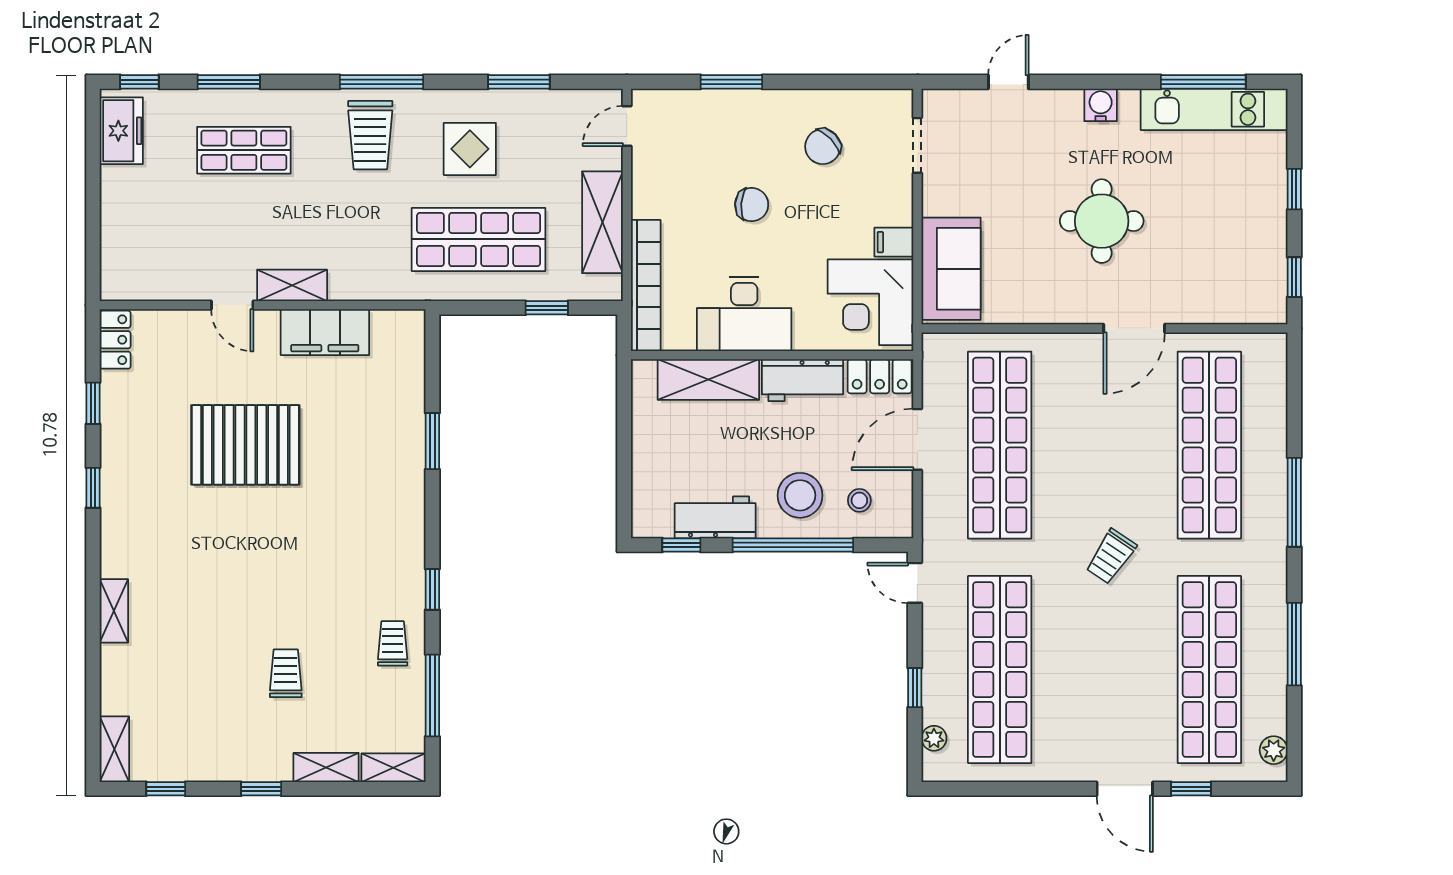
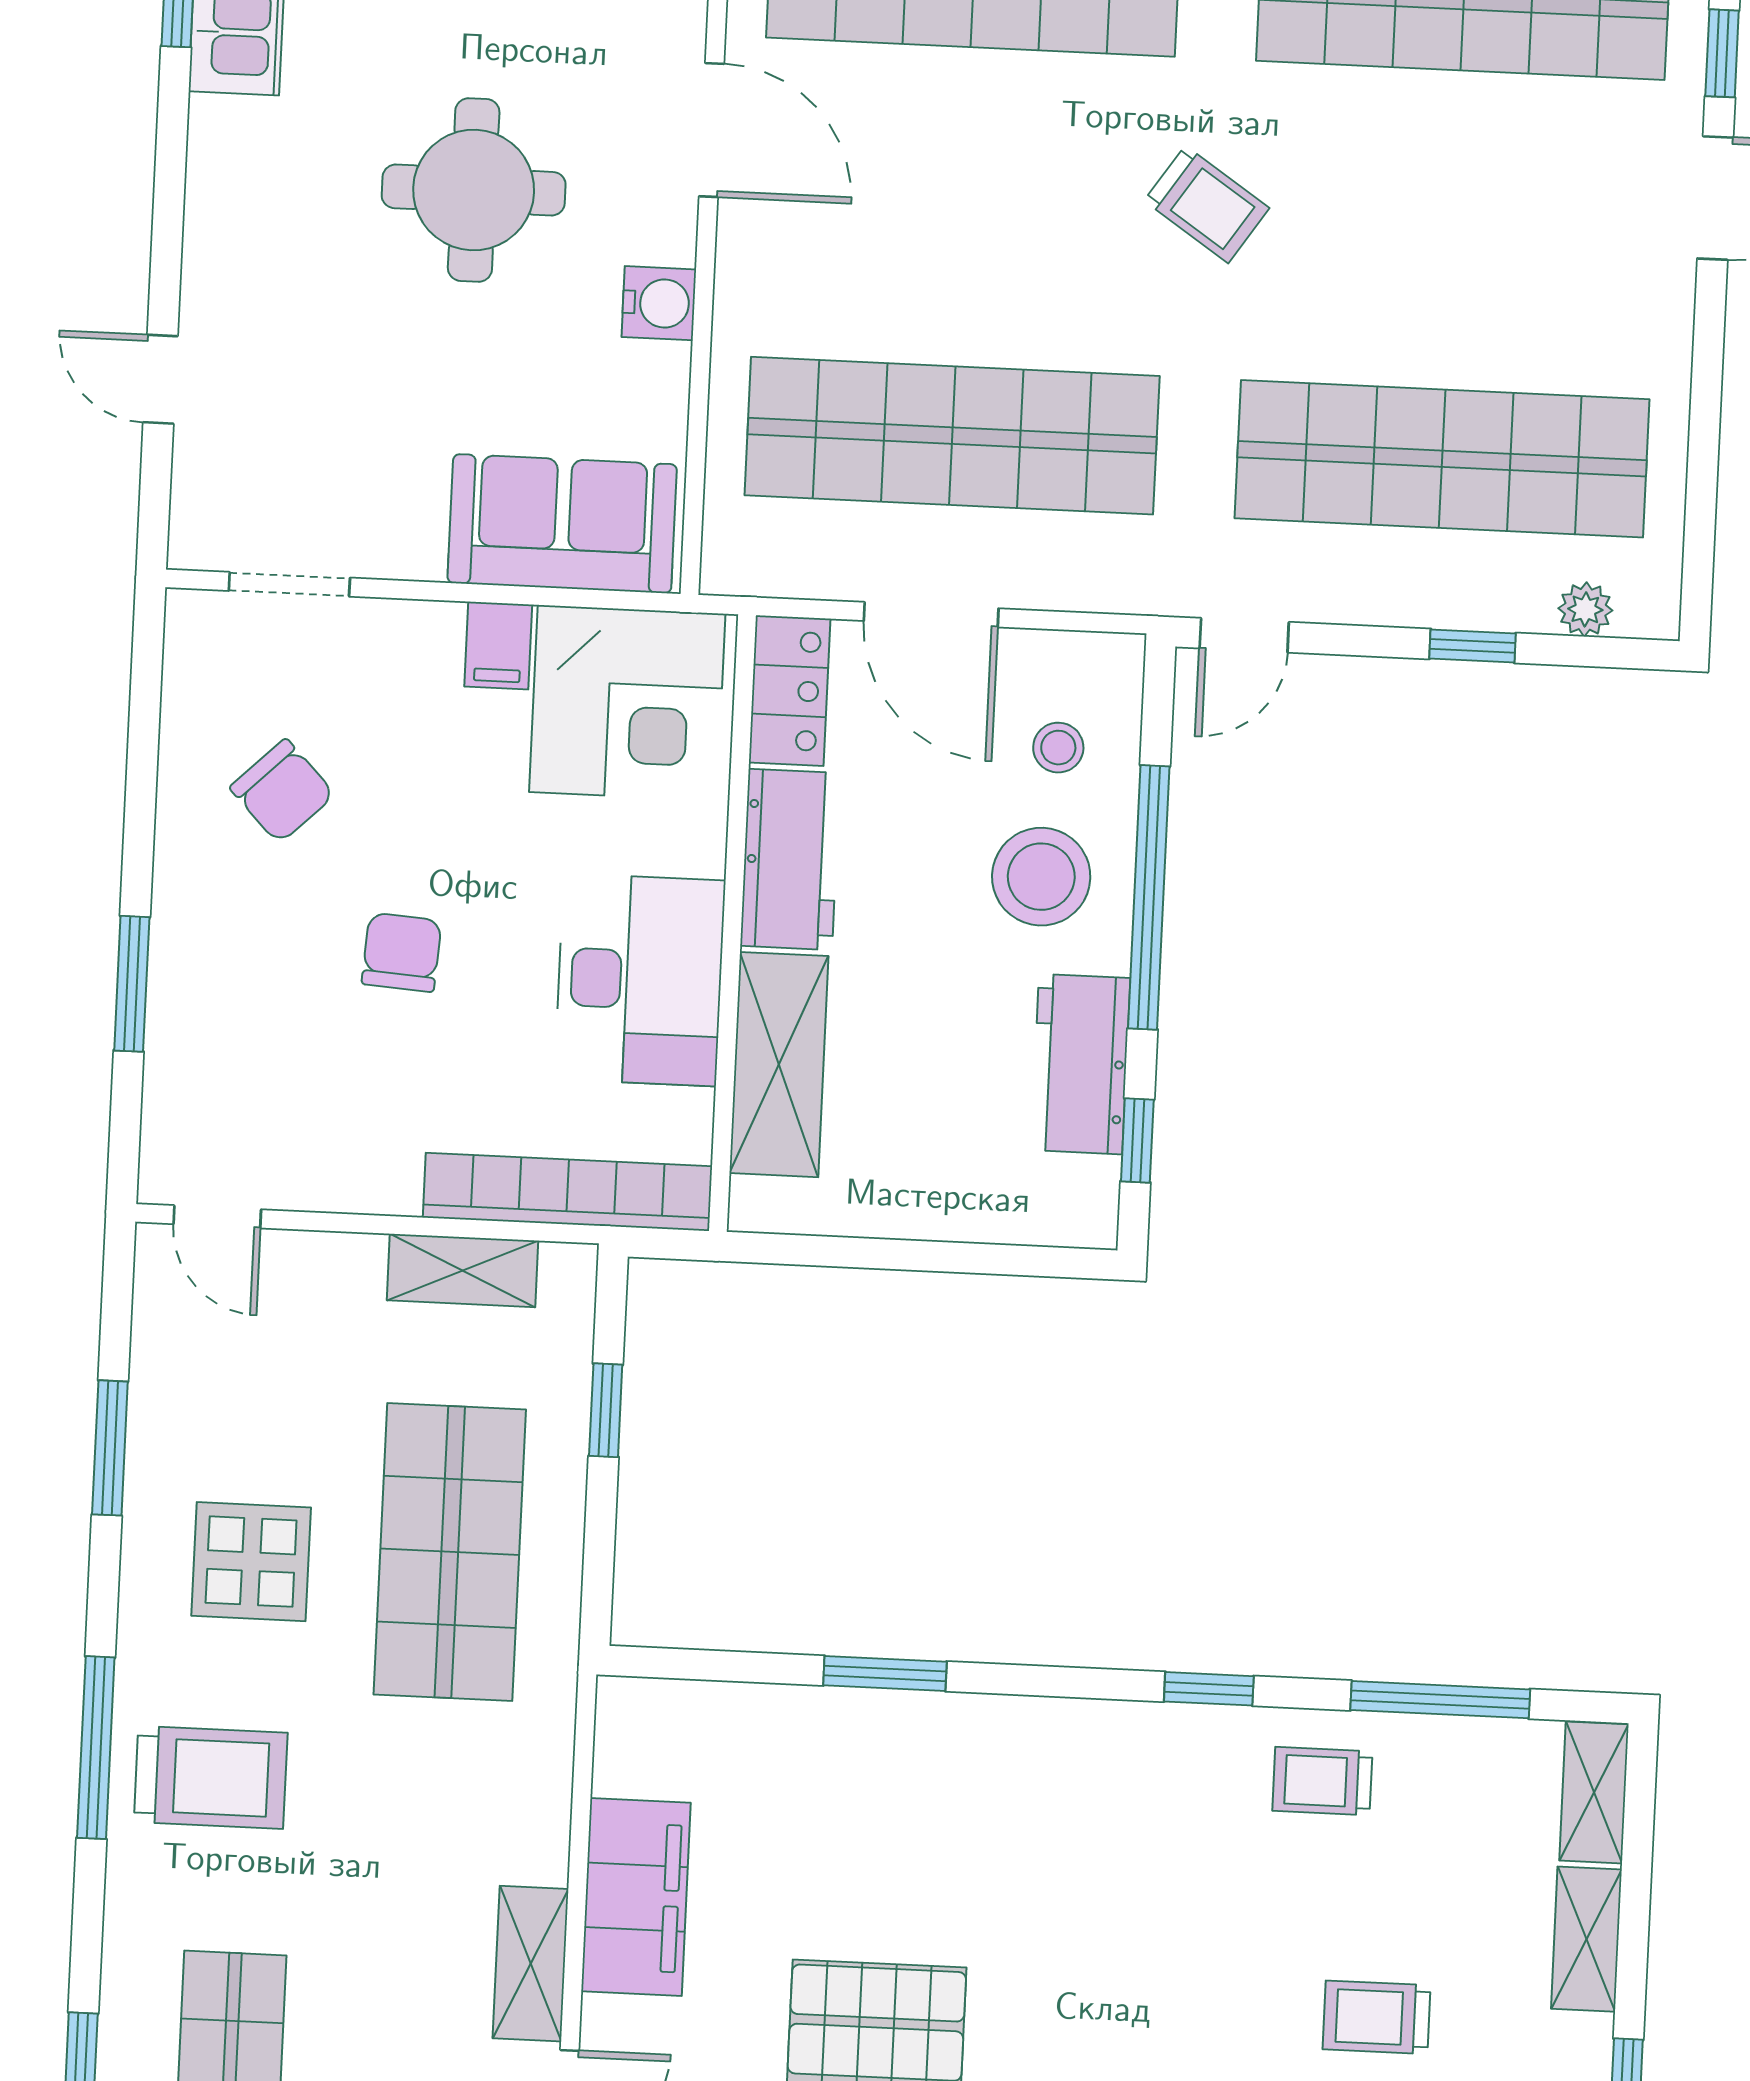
water cooler: (1101, 105) -> (659, 303), moved, turned 180
shelving: (602, 222) -> (462, 1270), width x0.67, depth x0.75

